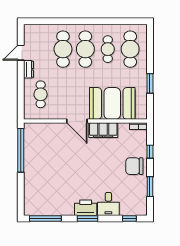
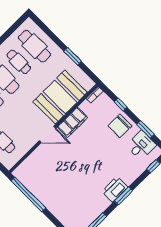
desk: (108, 204) -> (141, 145), moved, turned -90

